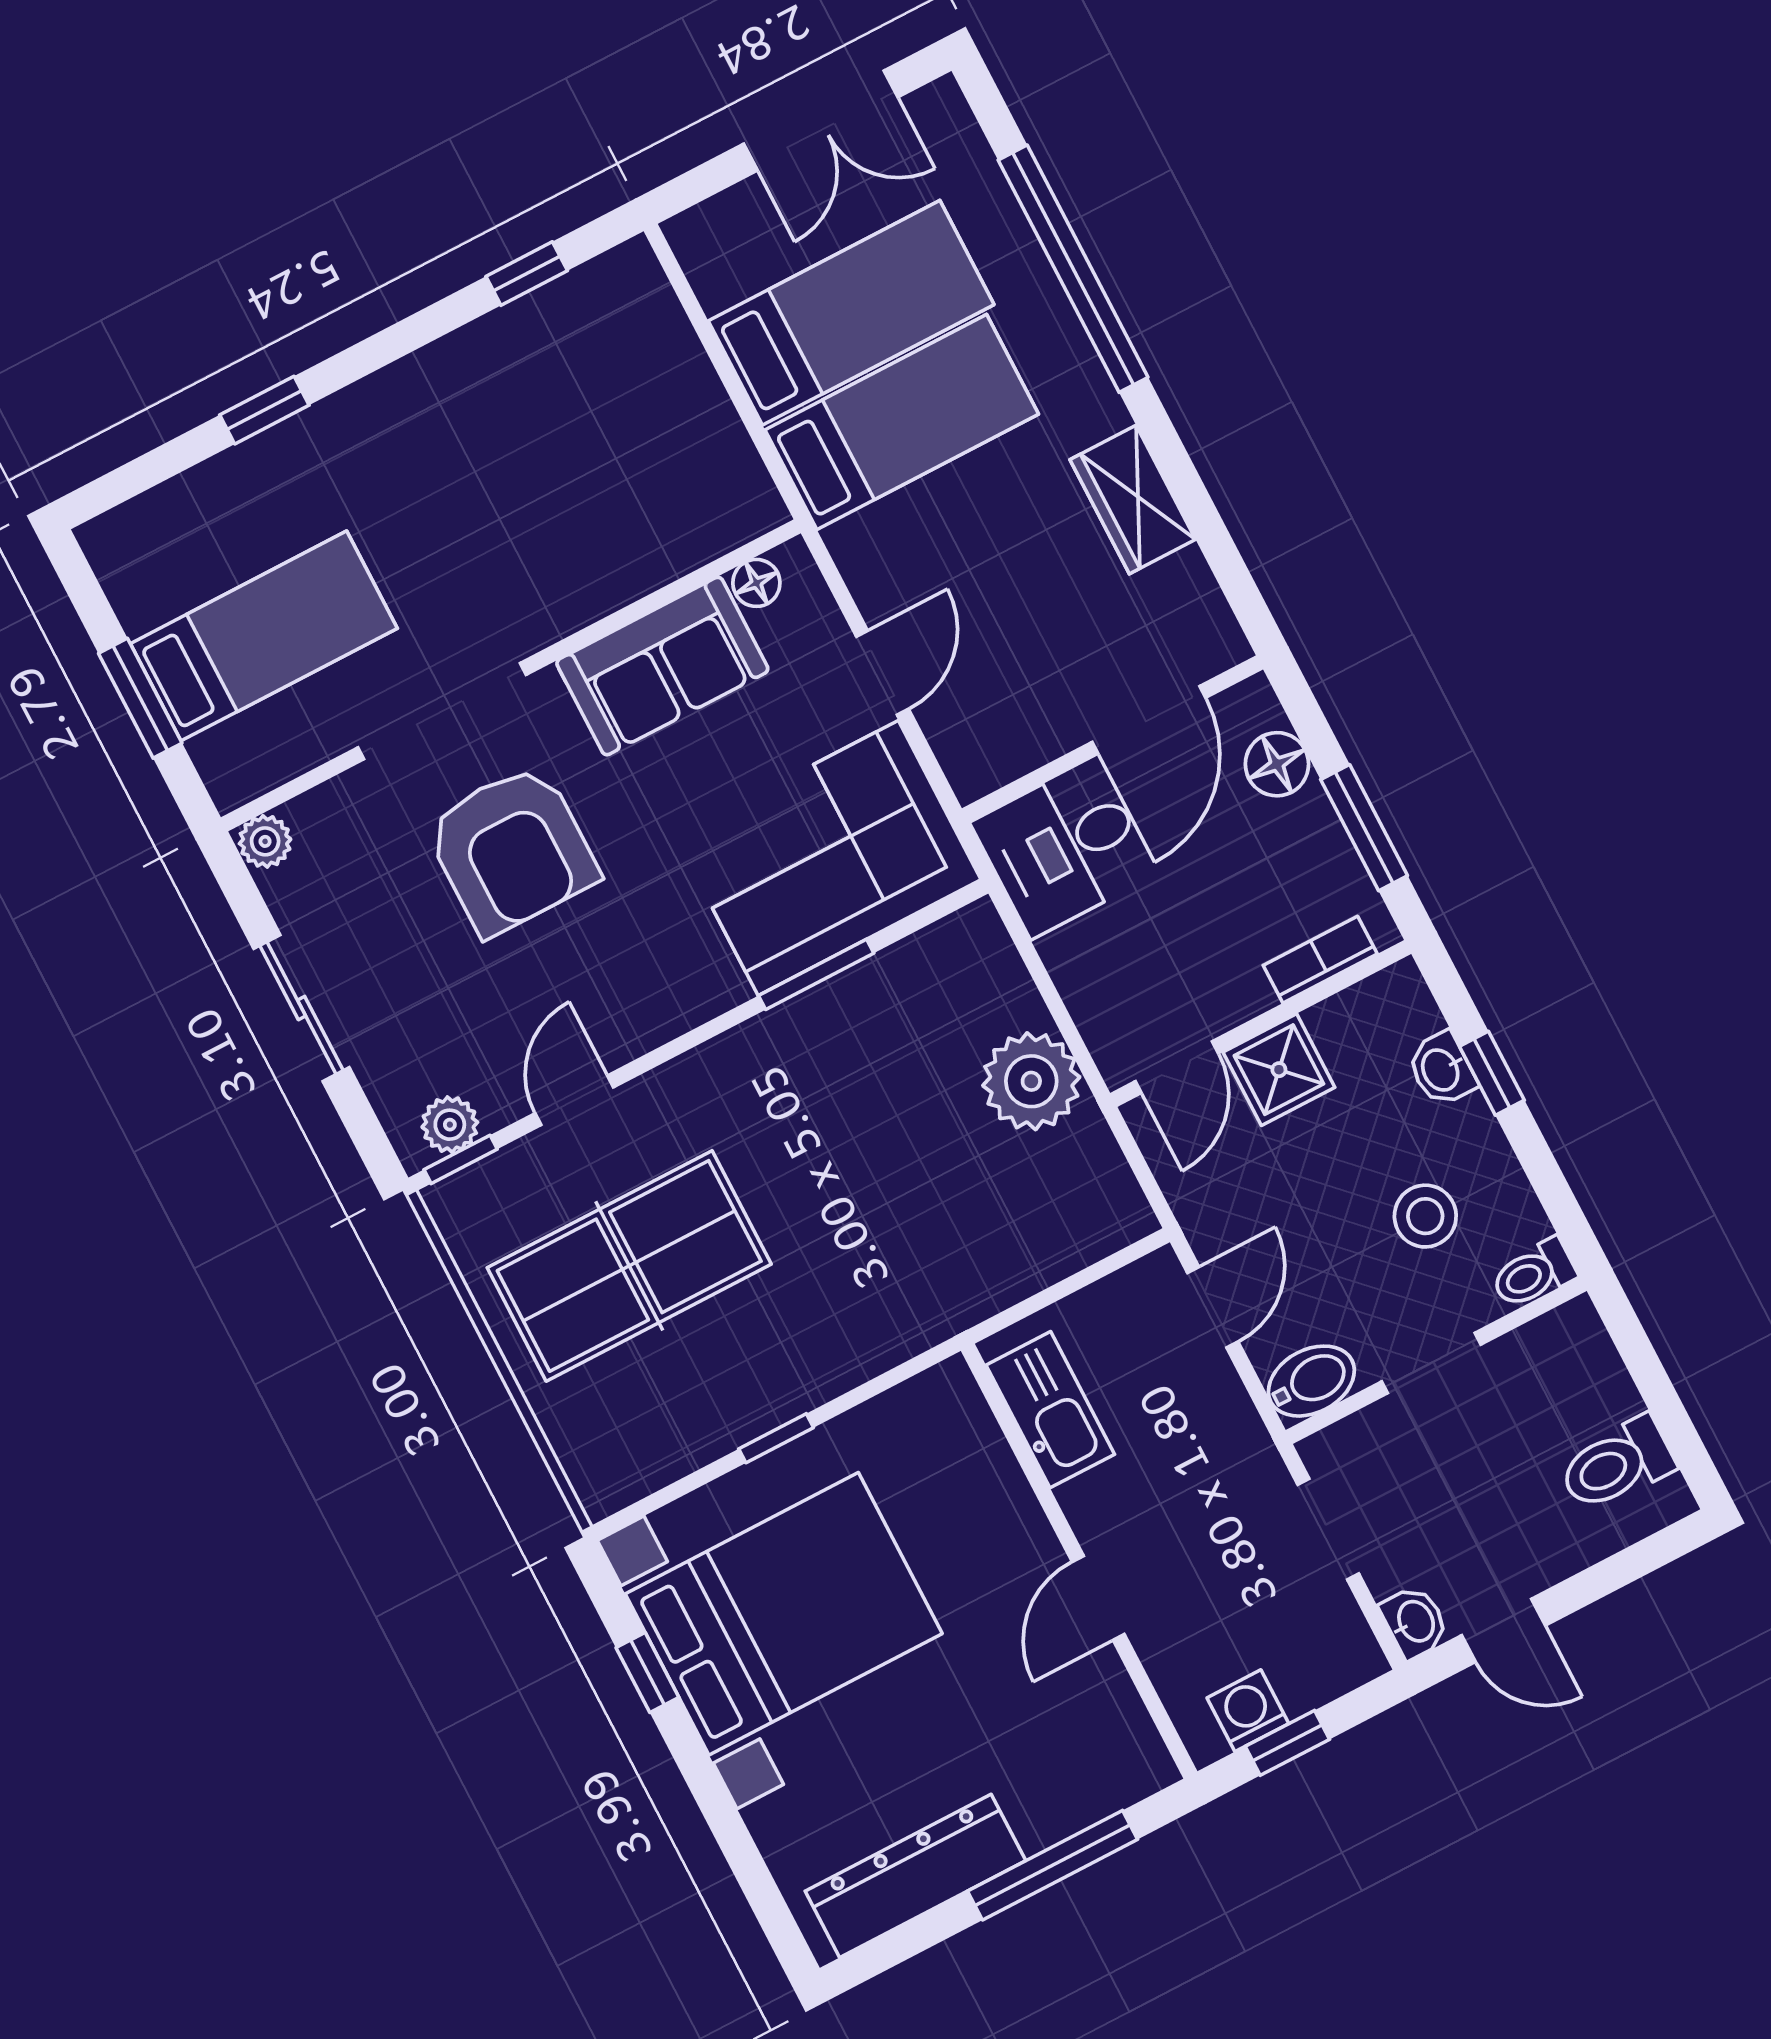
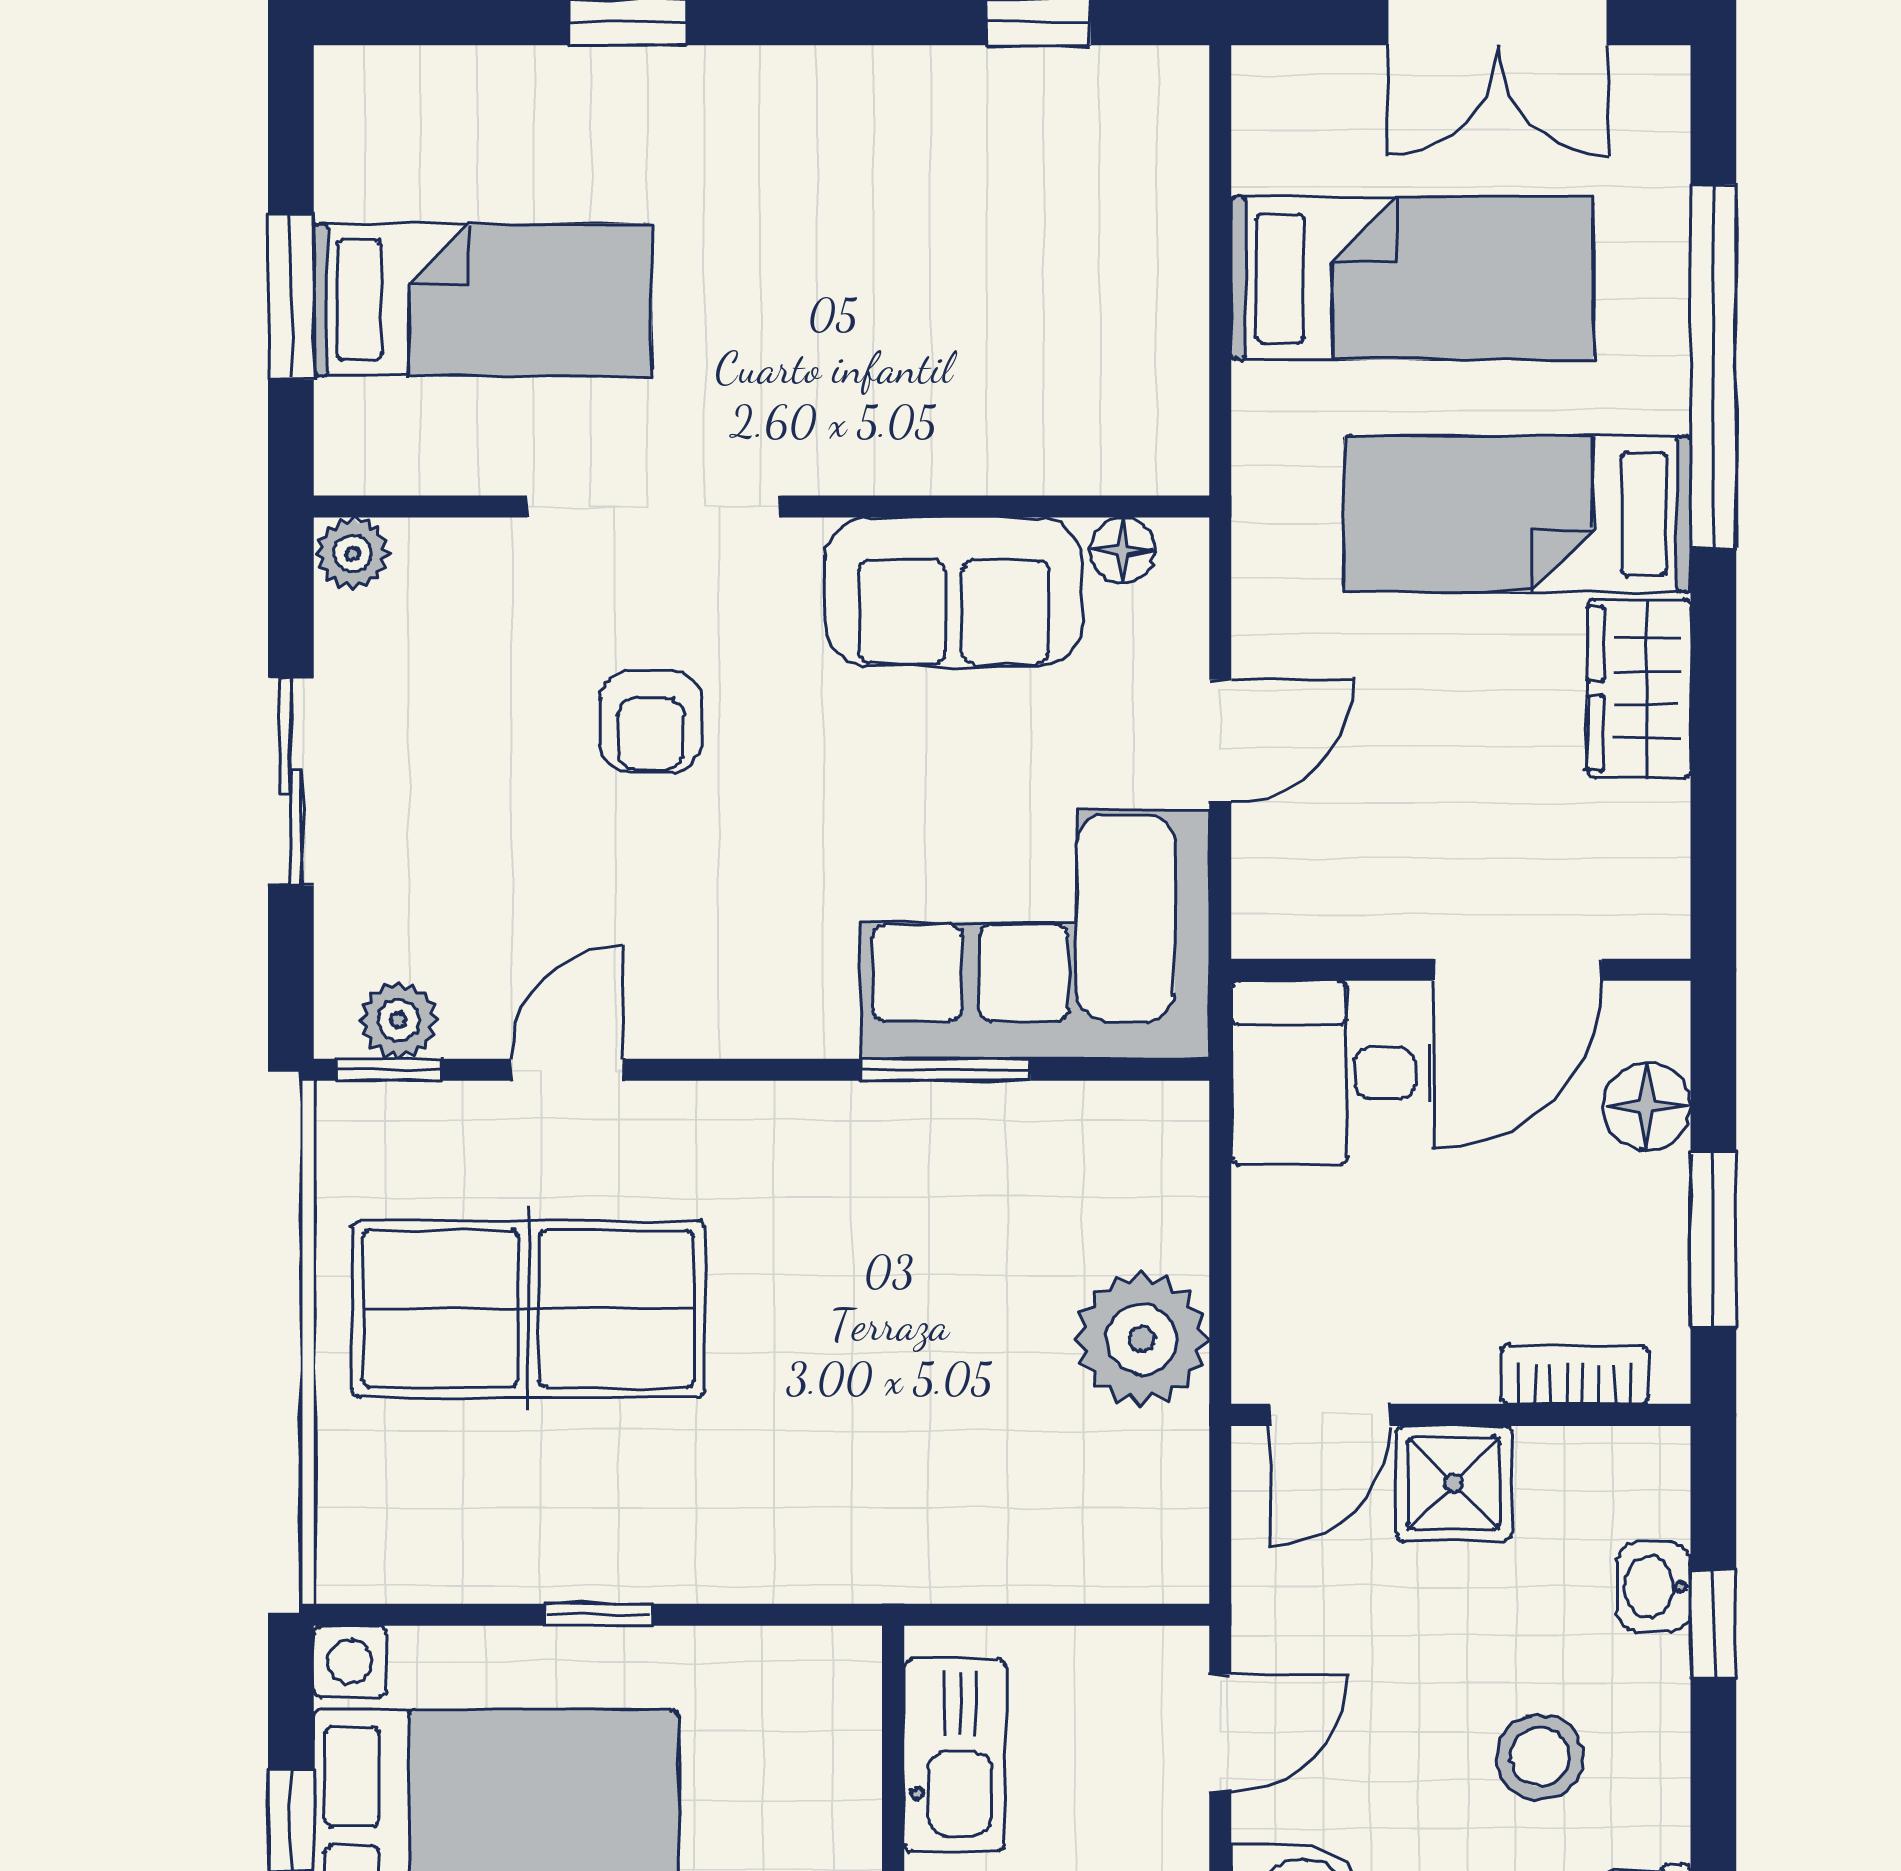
bed: (902, 422) -> (1517, 514), moved, turned 180
armchair: (512, 850) -> (651, 721), width x0.53, depth x0.53

